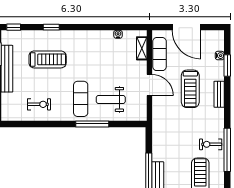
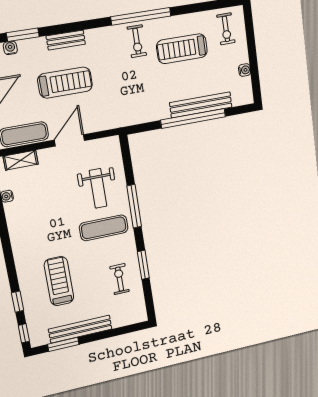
window: (51, 27) -> (18, 302), moved
window: (46, 124) -> (143, 265), added

